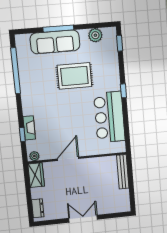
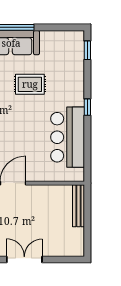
plant: (95, 35) -> (59, 39), removed
rug: (74, 76) -> (30, 84), width x0.73, depth x0.70

